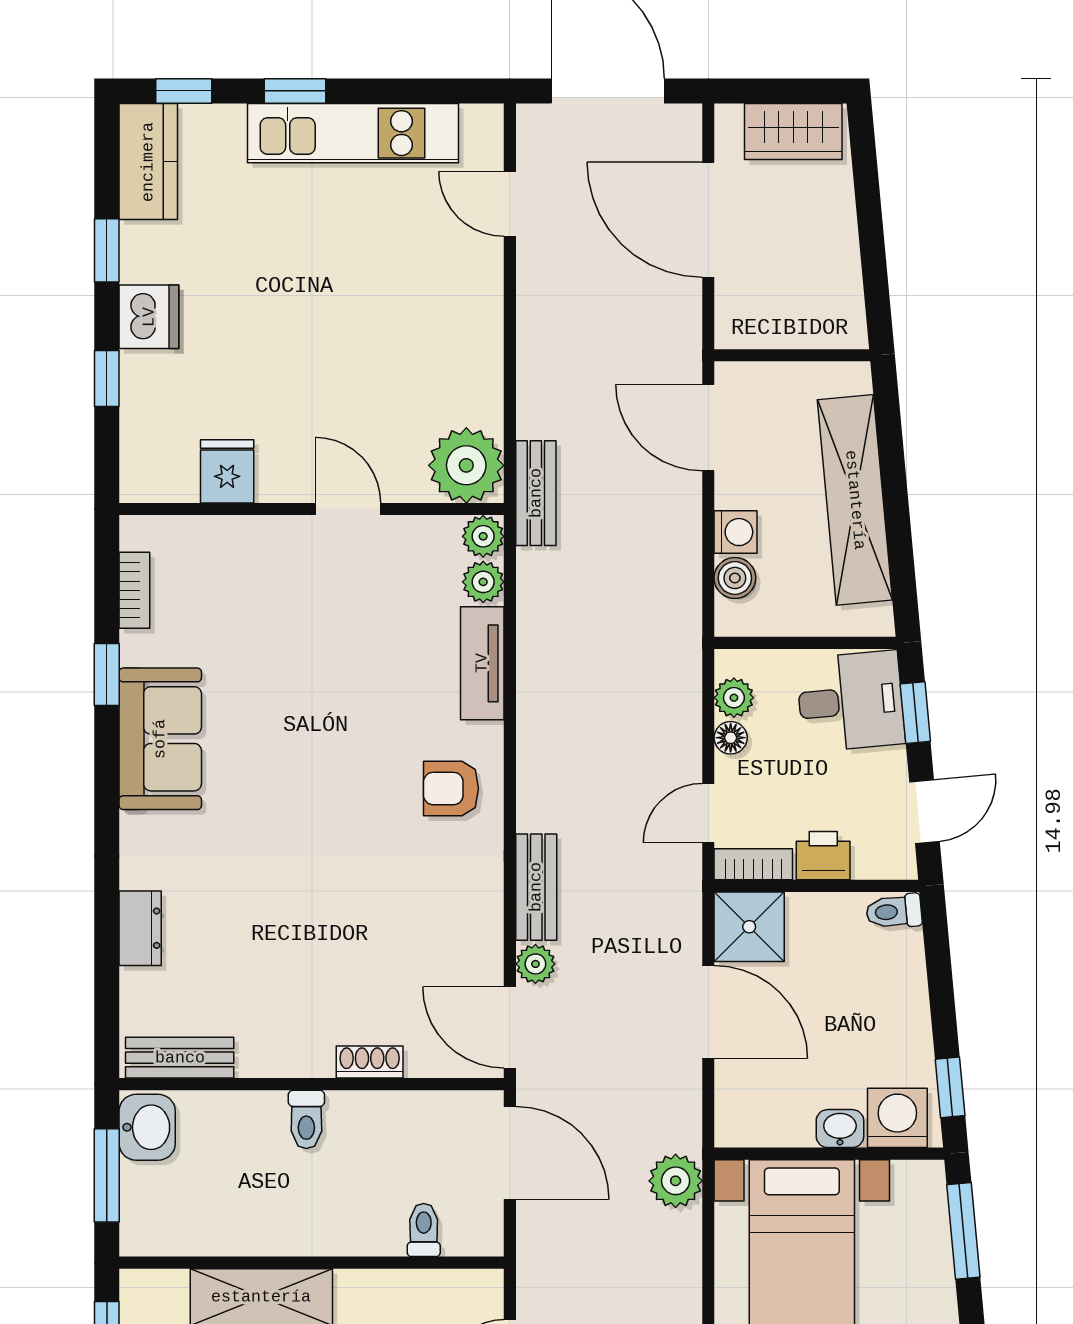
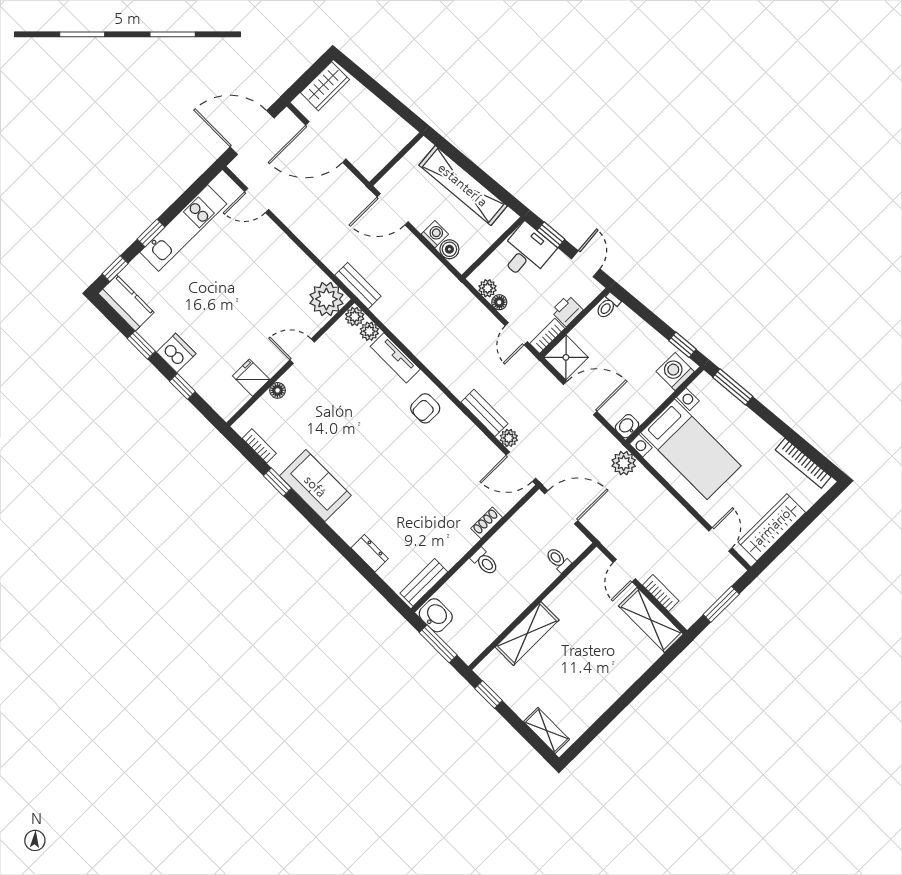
floor lamp: (249, 532) -> (278, 390), added
washbasin: (840, 1129) -> (627, 426), moved

